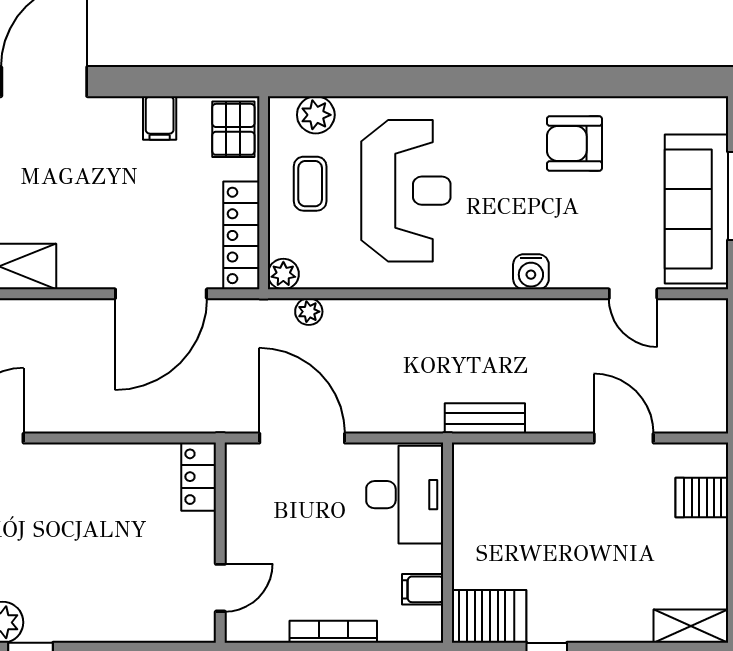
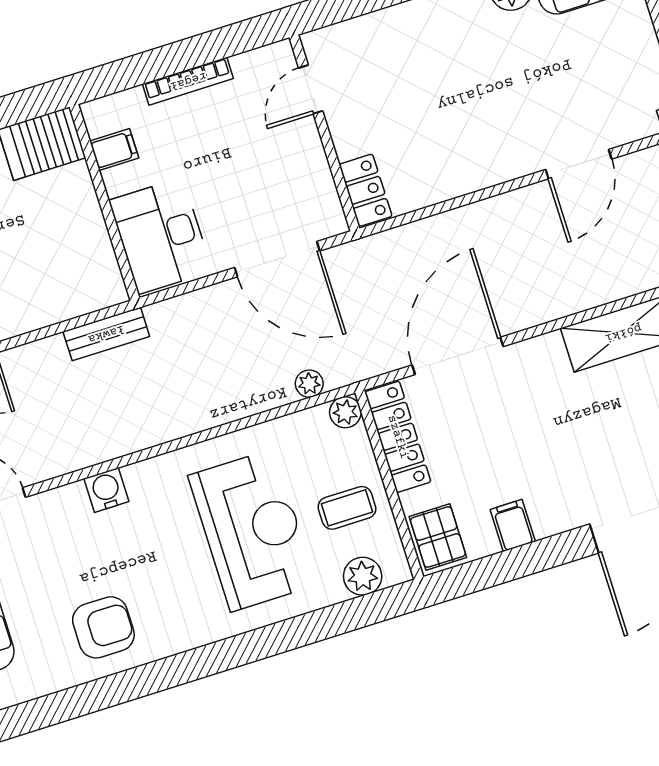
coffee table: (310, 184) -> (347, 508), turned 90
reception desk: (406, 191) -> (252, 530), turned 180

